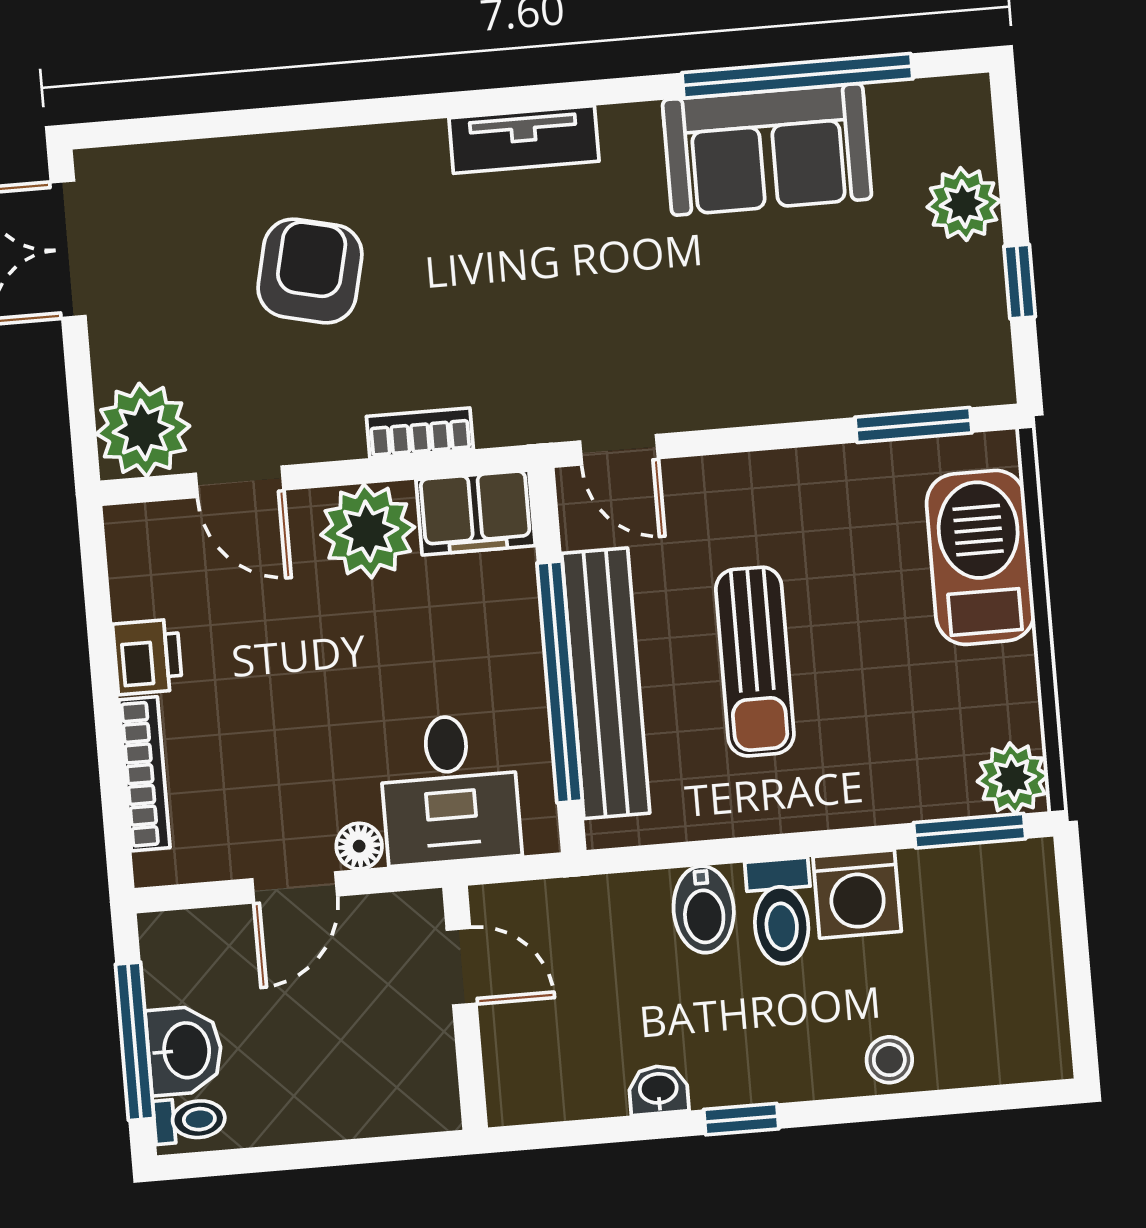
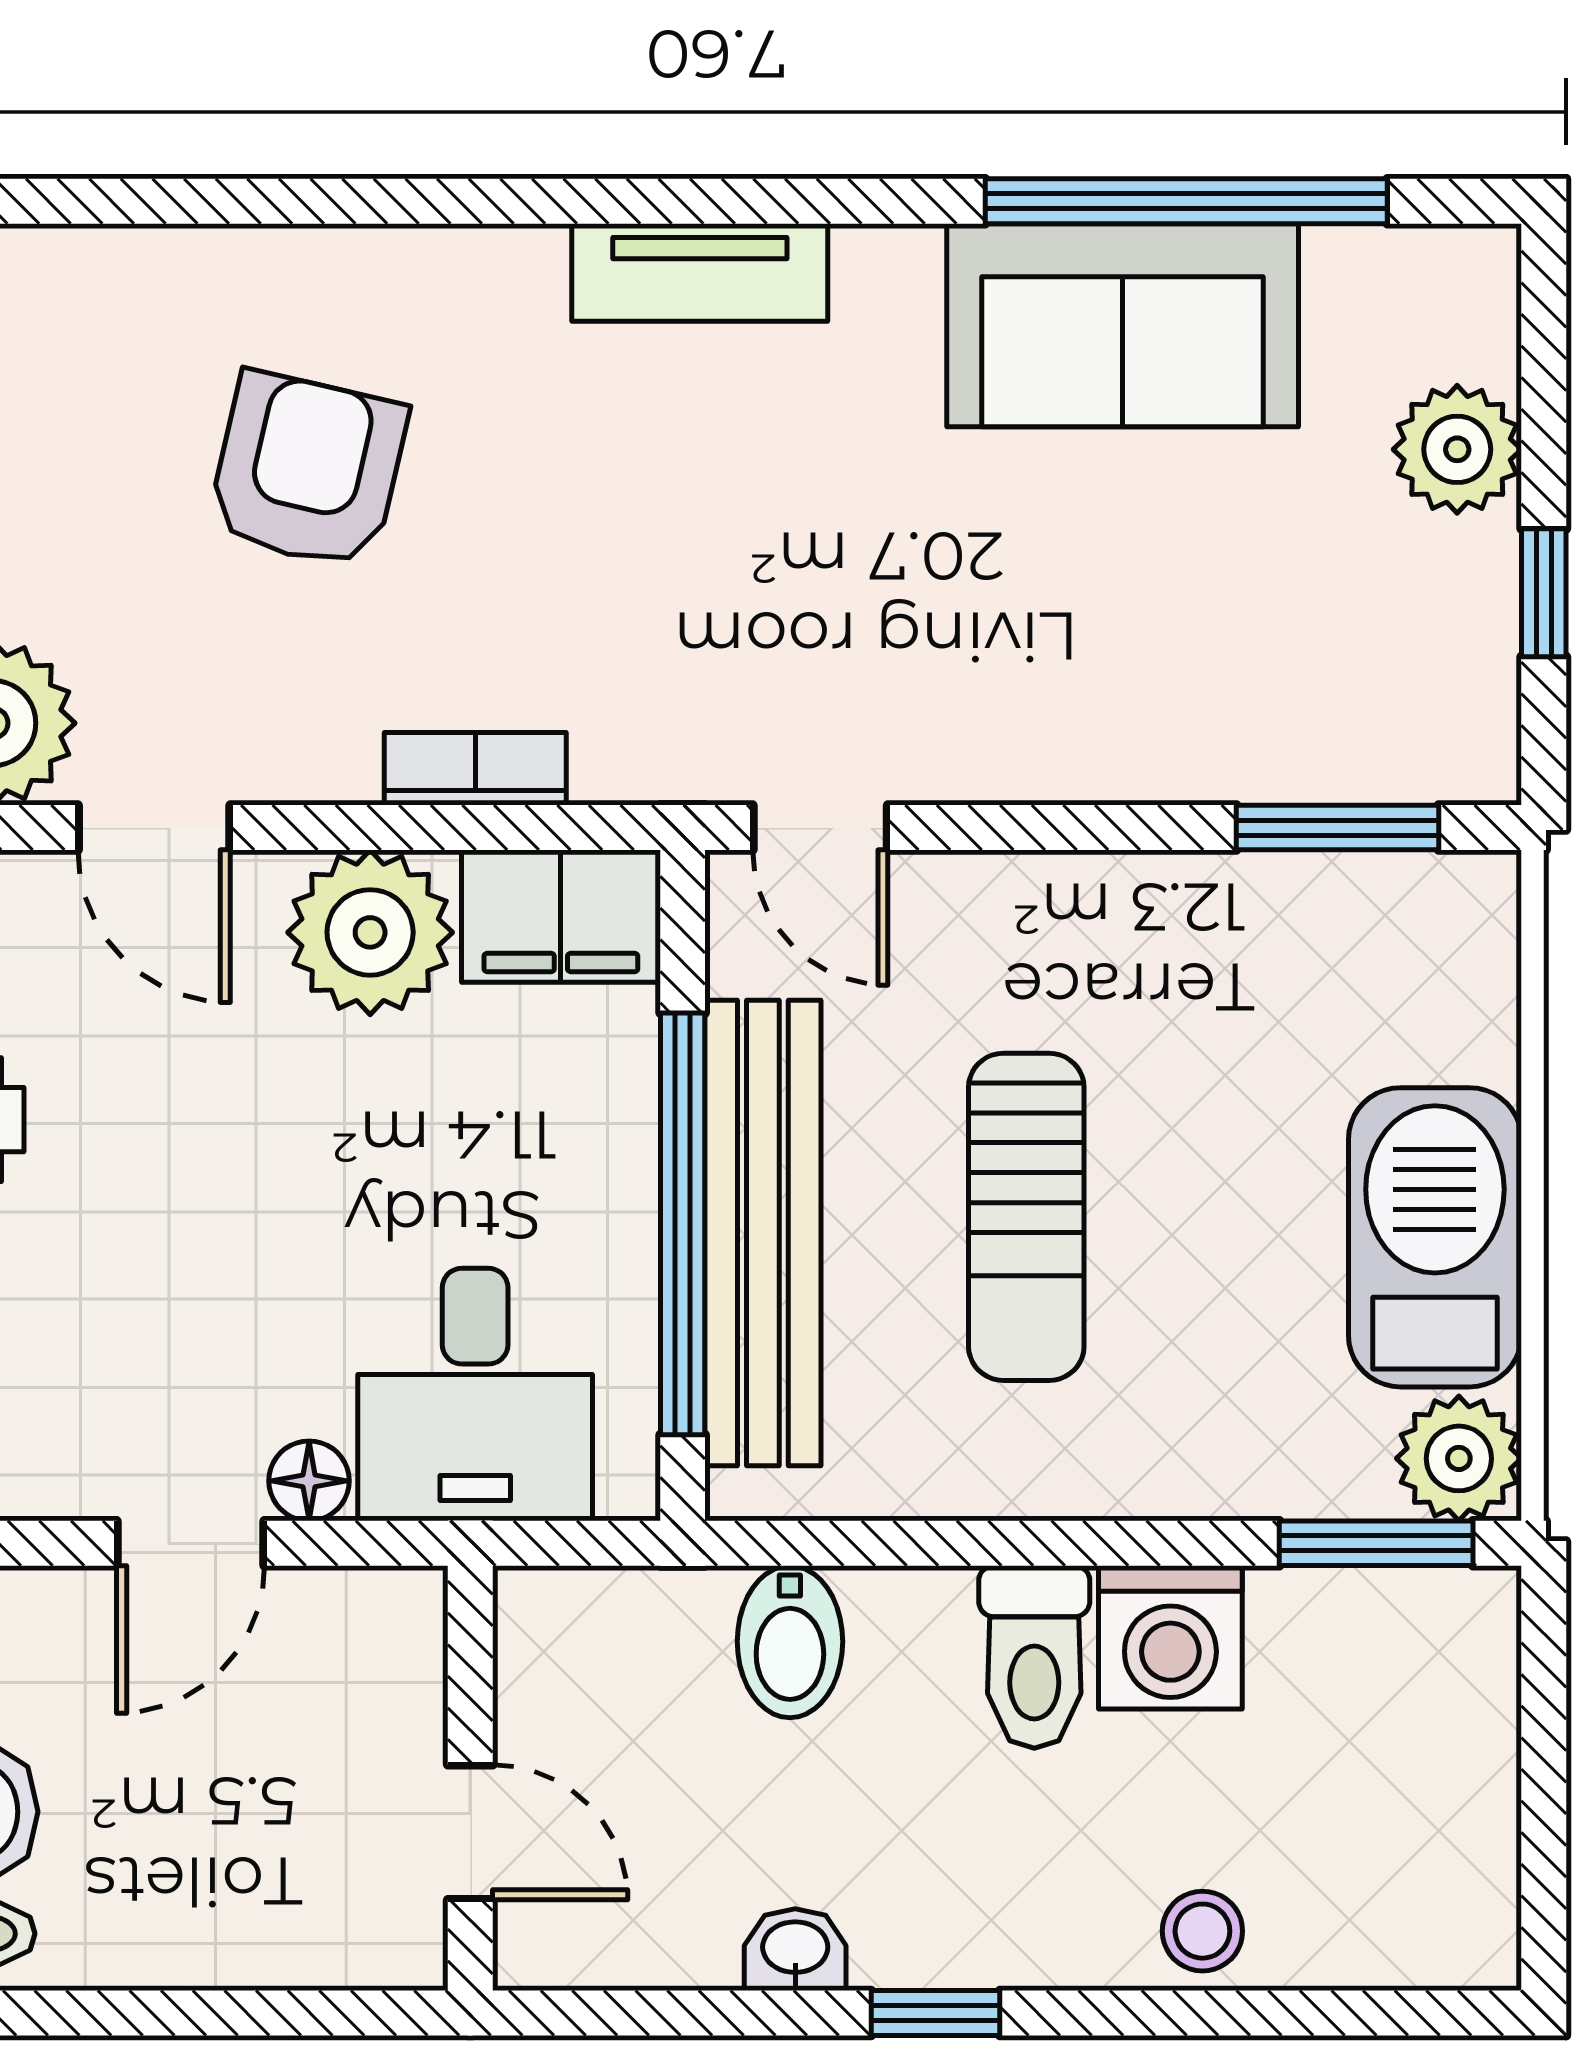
barbecue: (980, 557) -> (1435, 1237), moved
bidet: (704, 909) -> (790, 1642), moved
door: (462, 967) -> (470, 1832), moved

